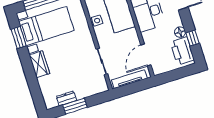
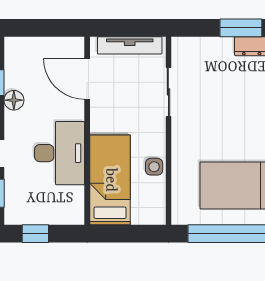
printer: (182, 51) -> (20, 66), removed
door: (146, 55) -> (87, 79), swing flipped

